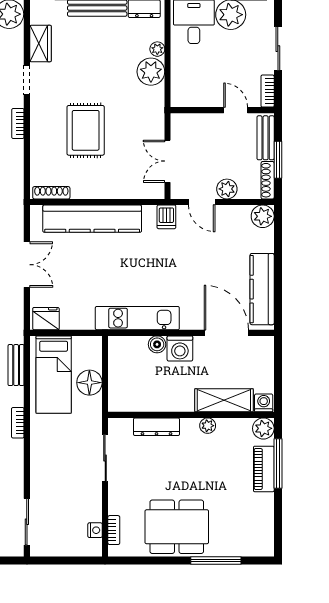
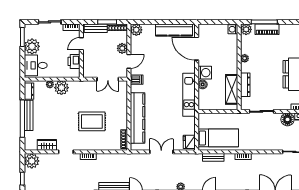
printer: (202, 96) -> (74, 61), added
door: (226, 333) -> (197, 49), hinge flipped
floor lamp: (89, 383) -> (288, 119), moved
shelving: (224, 400) -> (232, 89), moved

